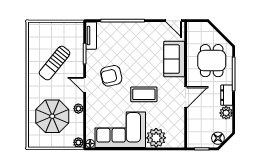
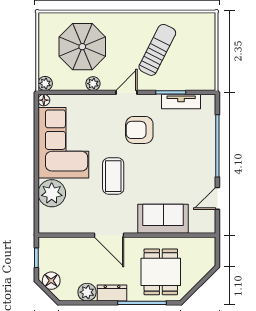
door: (174, 21) -> (217, 198), moved
tv unit: (91, 36) -> (181, 101), moved
dining table: (212, 61) -> (161, 272), turned 90
sun lounger: (55, 63) -> (157, 50), turned 78
armchair: (111, 76) -> (139, 130), turned -77

